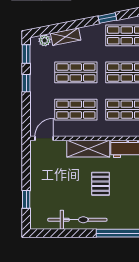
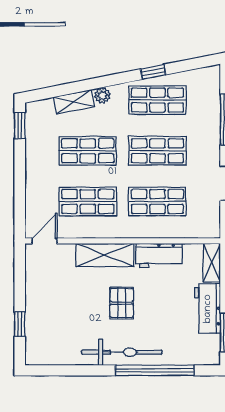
window: (107, 18) -> (153, 72), moved
plant: (45, 40) -> (102, 95), moved
window: (26, 83) -> (20, 165), removed
bicycle: (77, 220) -> (122, 352), moved

